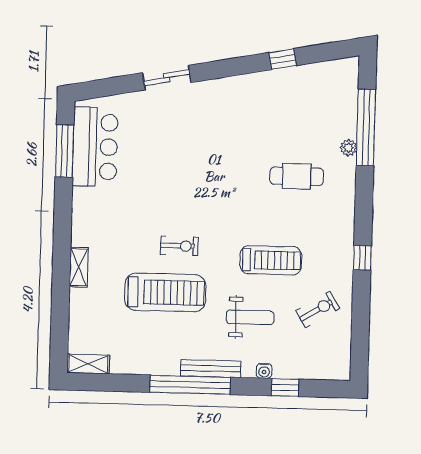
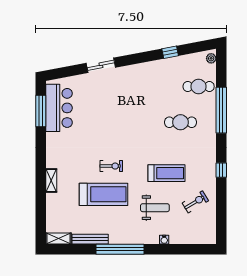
cafe table: (328, 118) -> (199, 86), added
window: (366, 127) -> (221, 110), moved
plant: (349, 148) -> (211, 58), moved
bench: (211, 369) -> (90, 239), moved
window: (285, 387) -> (177, 249), removed

